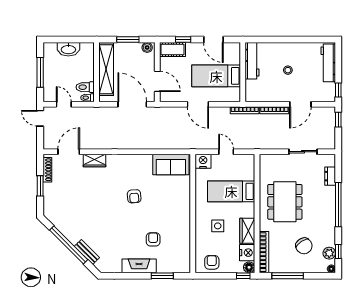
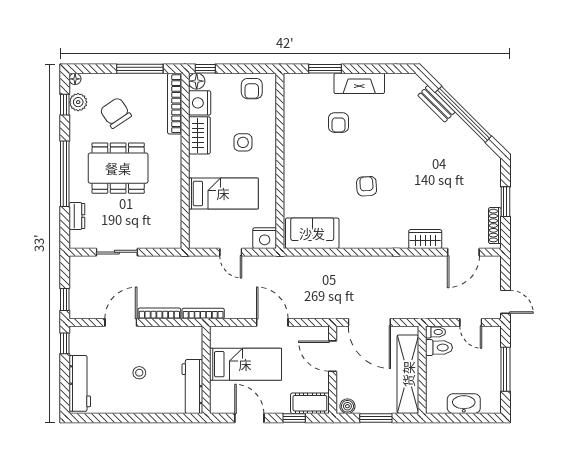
dining table: (285, 202) -> (118, 168), moved, turned 90

